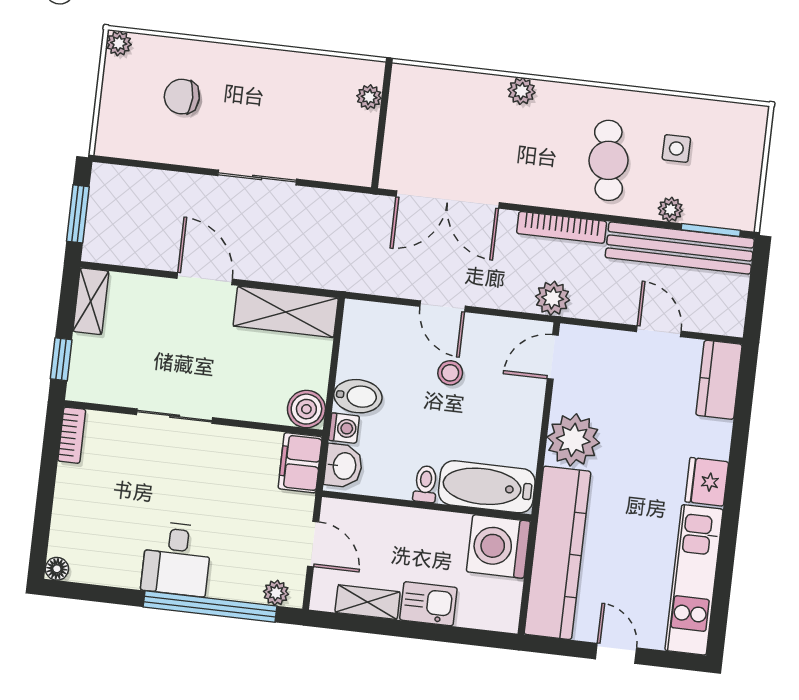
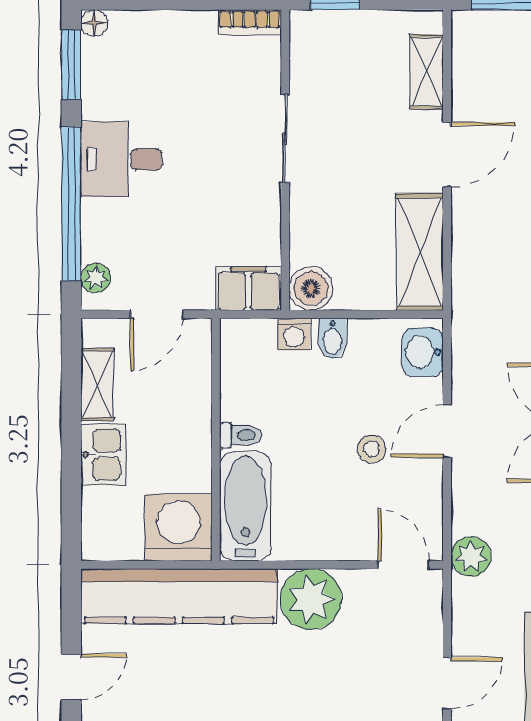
shelving: (91, 301) -> (426, 72), moved, turned 90
bidet: (358, 396) -> (332, 339), width x0.72, depth x0.74
washbasin: (343, 466) -> (423, 352), moved, turned 90
window: (90, 593) -> (71, 65), added

